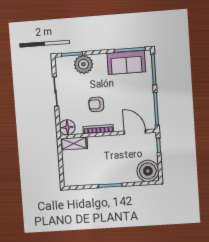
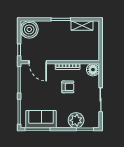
shelving: (74, 143) -> (82, 25), moved

